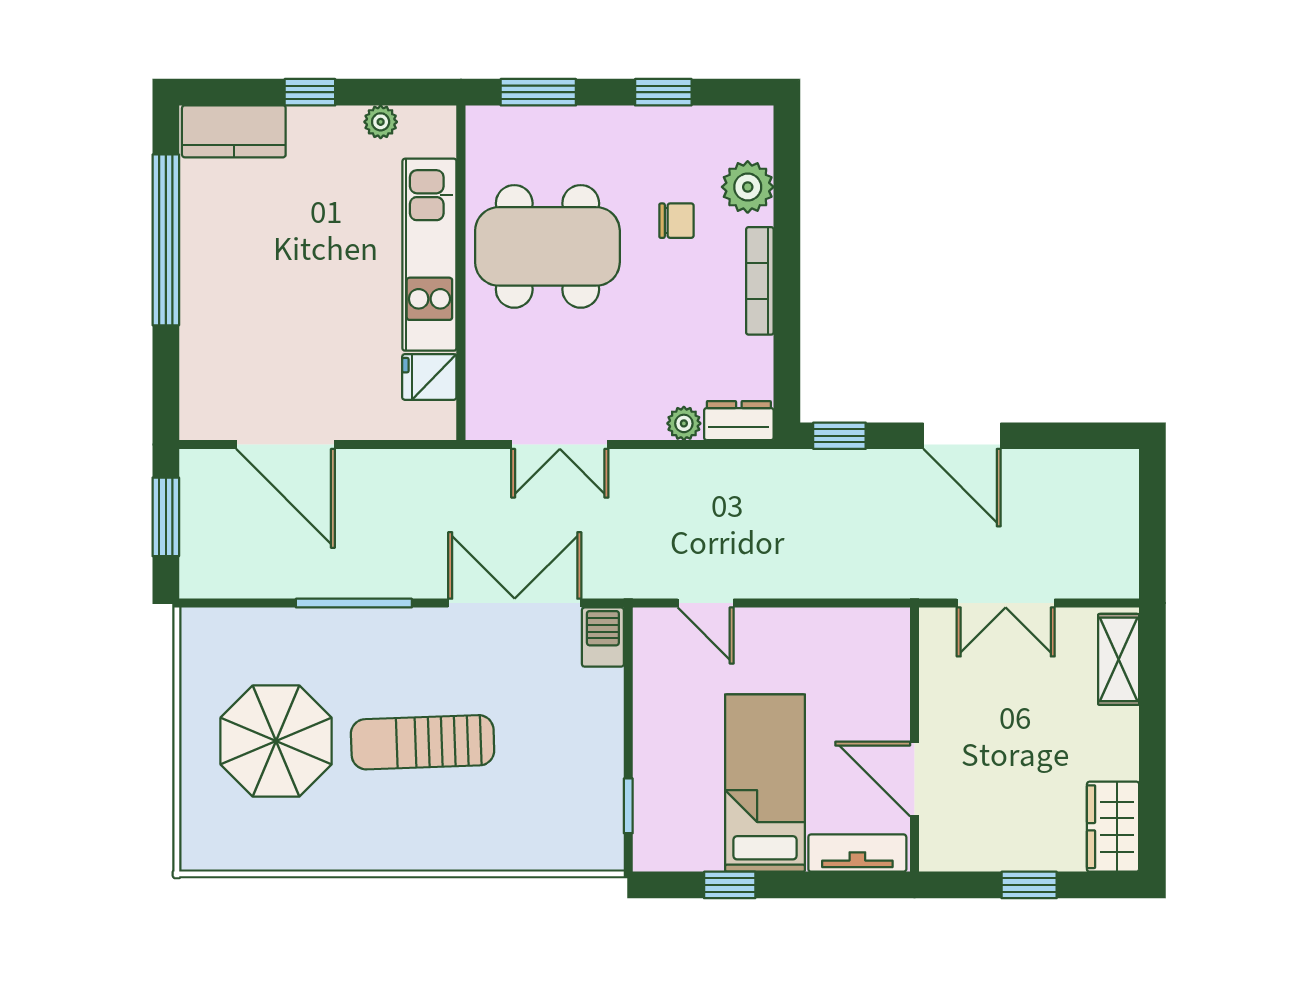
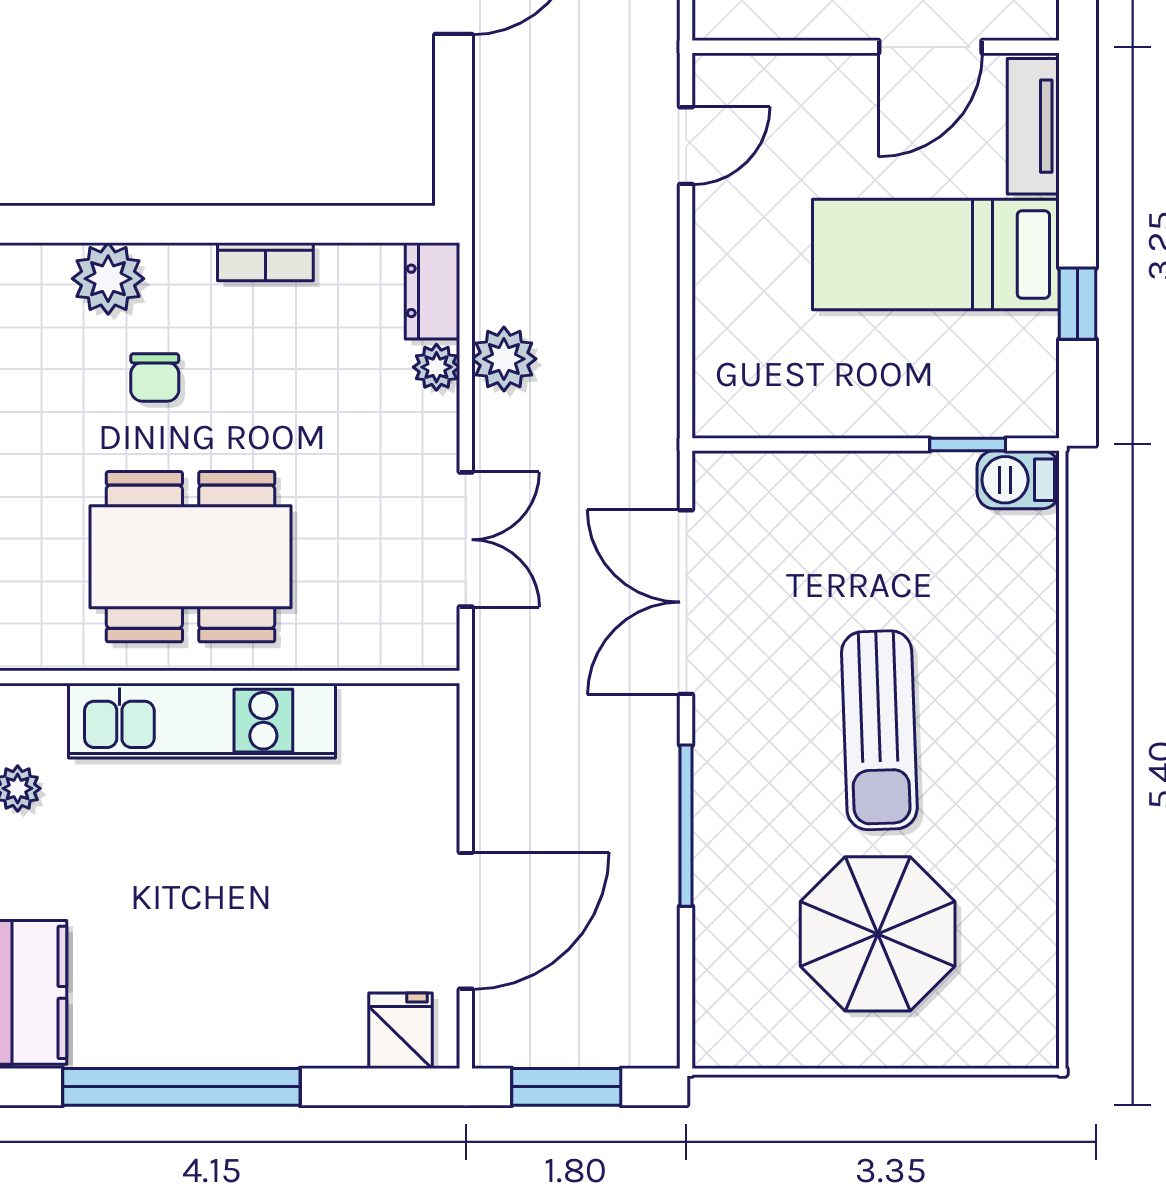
chair: (676, 221) -> (155, 377), turned 180
dining table: (547, 246) -> (191, 557), turned 90
bookcase: (760, 281) -> (265, 262), width x0.64
fridge: (429, 377) -> (400, 1031), moved, turned 180
window: (839, 436) -> (454, 151), removed
plant: (690, 472) -> (504, 359), added
door: (706, 603) -> (686, 146), moved
barbecue: (603, 637) -> (1018, 480), moved

